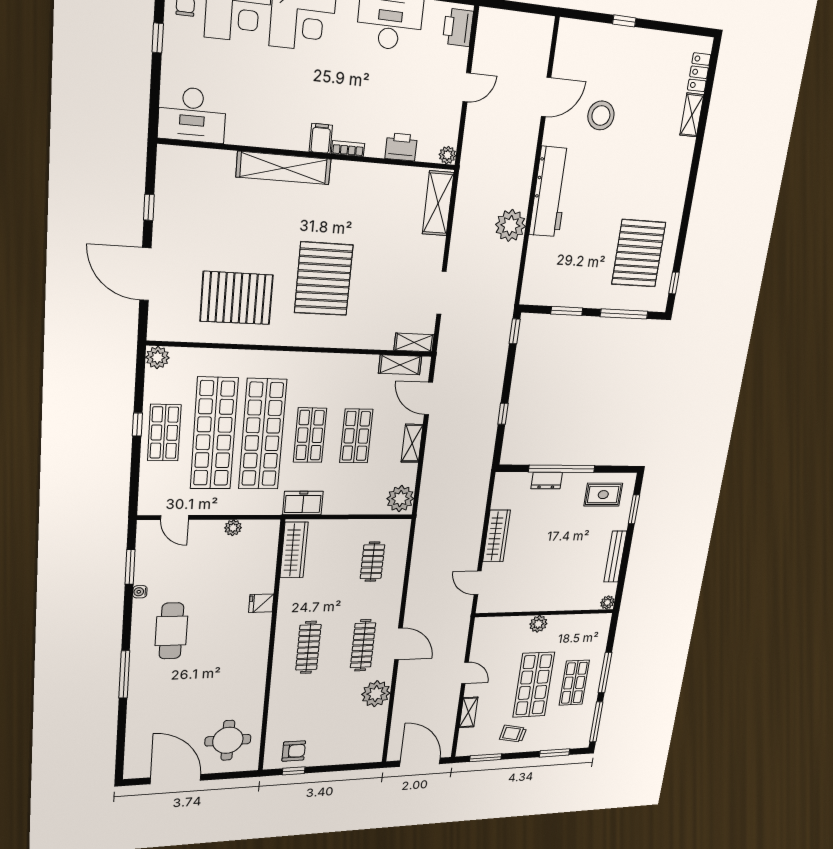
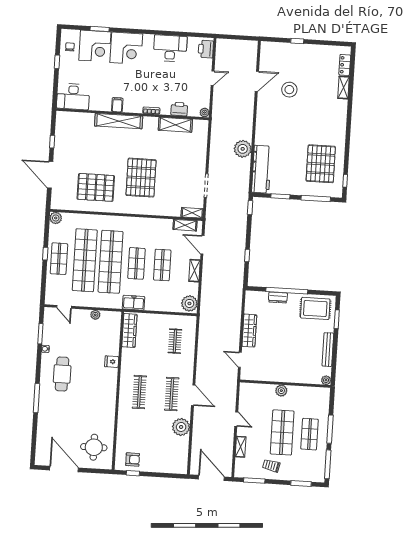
filing cabinet: (321, 138) -> (117, 105), moved
workbench: (550, 192) -> (262, 169), moved
shelving: (438, 203) -> (175, 125), moved, turned 90
rug: (603, 495) -> (315, 308), width x1.36, depth x1.43

